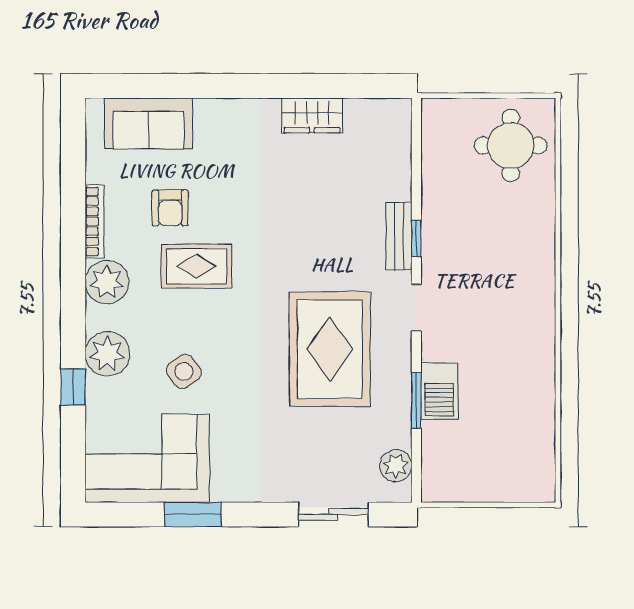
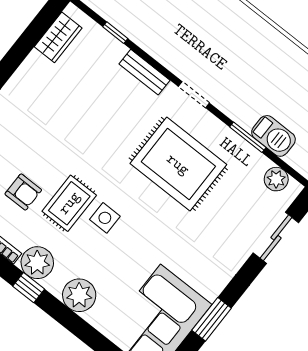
wardrobe: (312, 115) -> (58, 37), moved
window: (416, 238) -> (115, 33), moved
side table: (184, 372) -> (105, 218), moved, turned 36
window: (73, 387) -> (29, 288), moved
barbecue: (439, 391) -> (273, 136), moved

